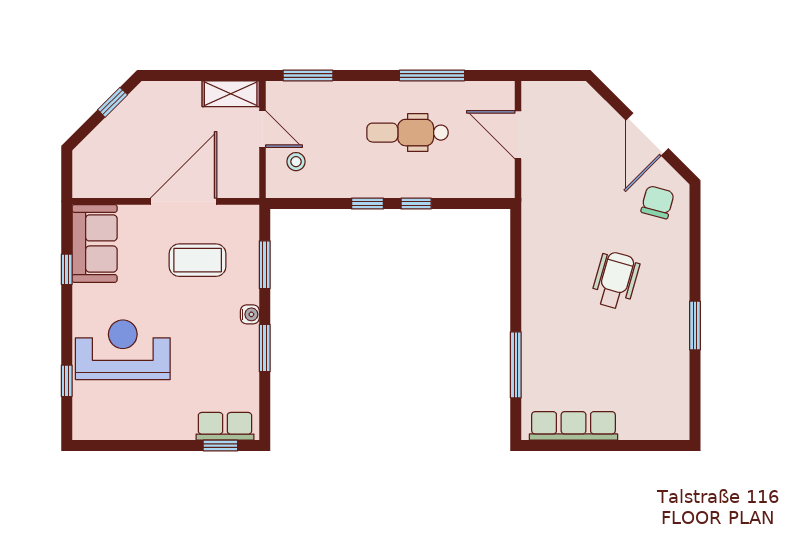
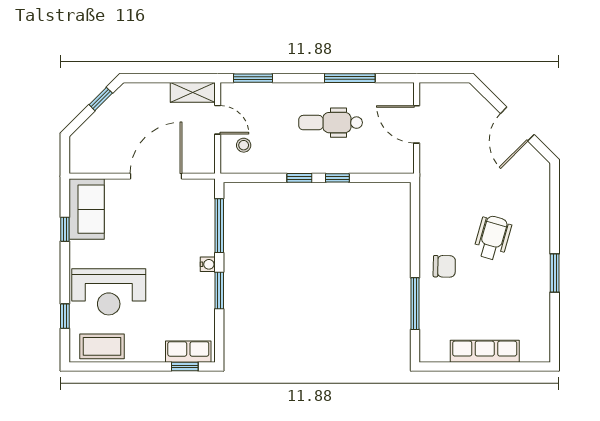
chair: (657, 202) -> (444, 266), moved, turned 76
coffee table: (198, 260) -> (102, 346), moved
window: (265, 265) -> (219, 226), width x1.44
reception desk: (123, 350) -> (109, 292), turned 180
row of seats: (574, 426) -> (485, 351), moved

